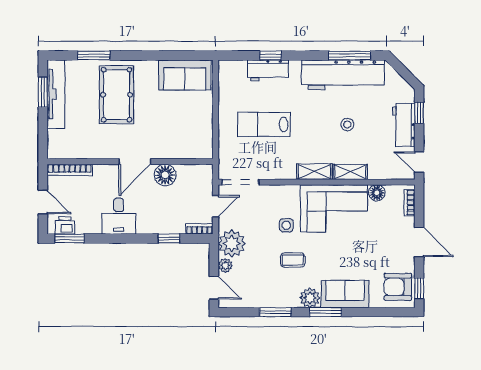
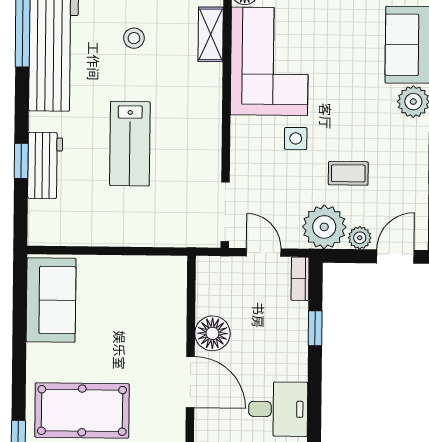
lab bench: (264, 124) -> (130, 144), moved
shelving: (314, 172) -> (210, 92), removed
coffee table: (293, 260) -> (348, 173), moved, turned 90

